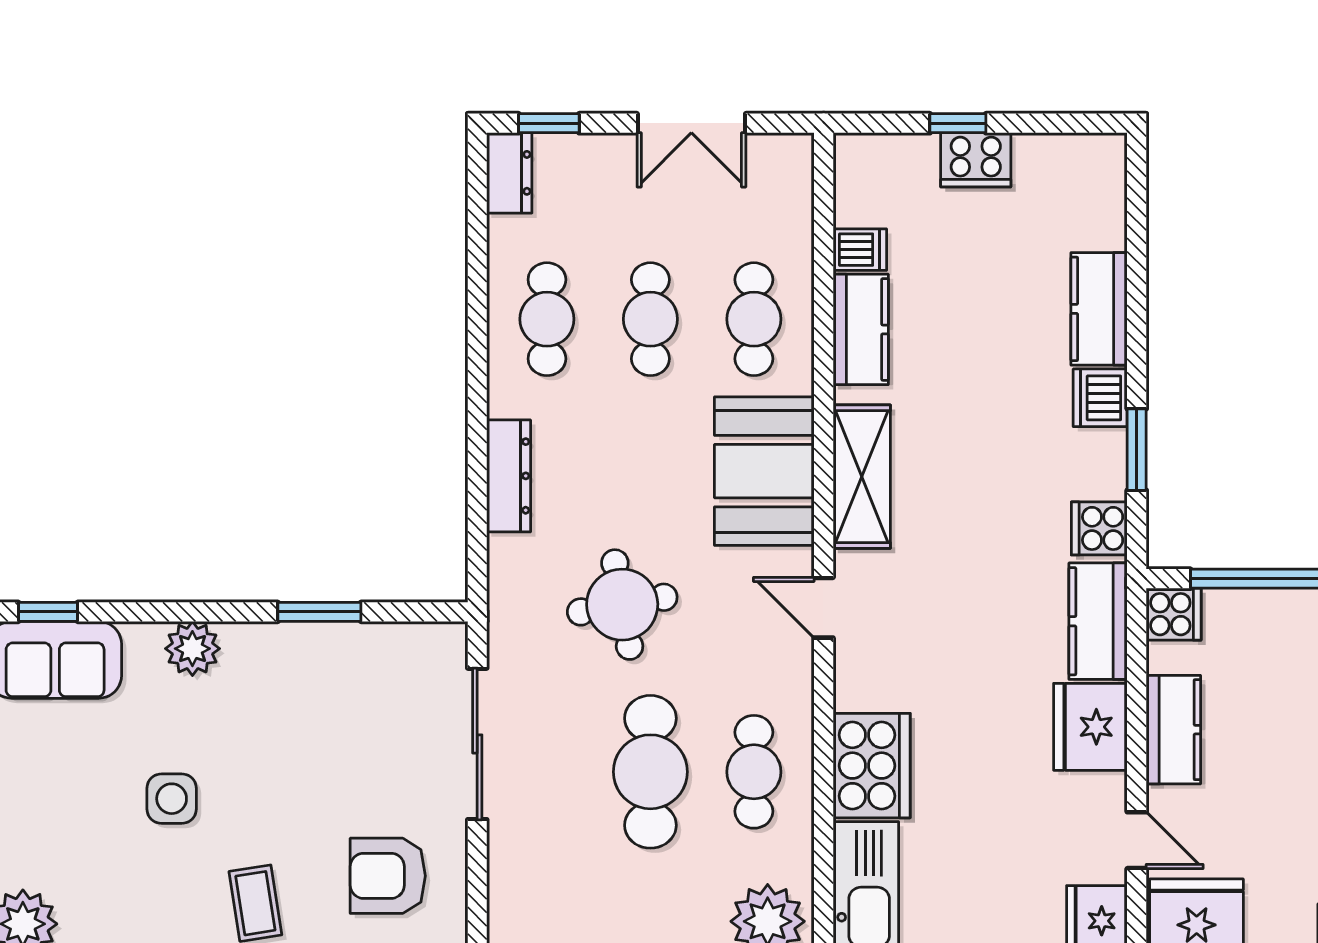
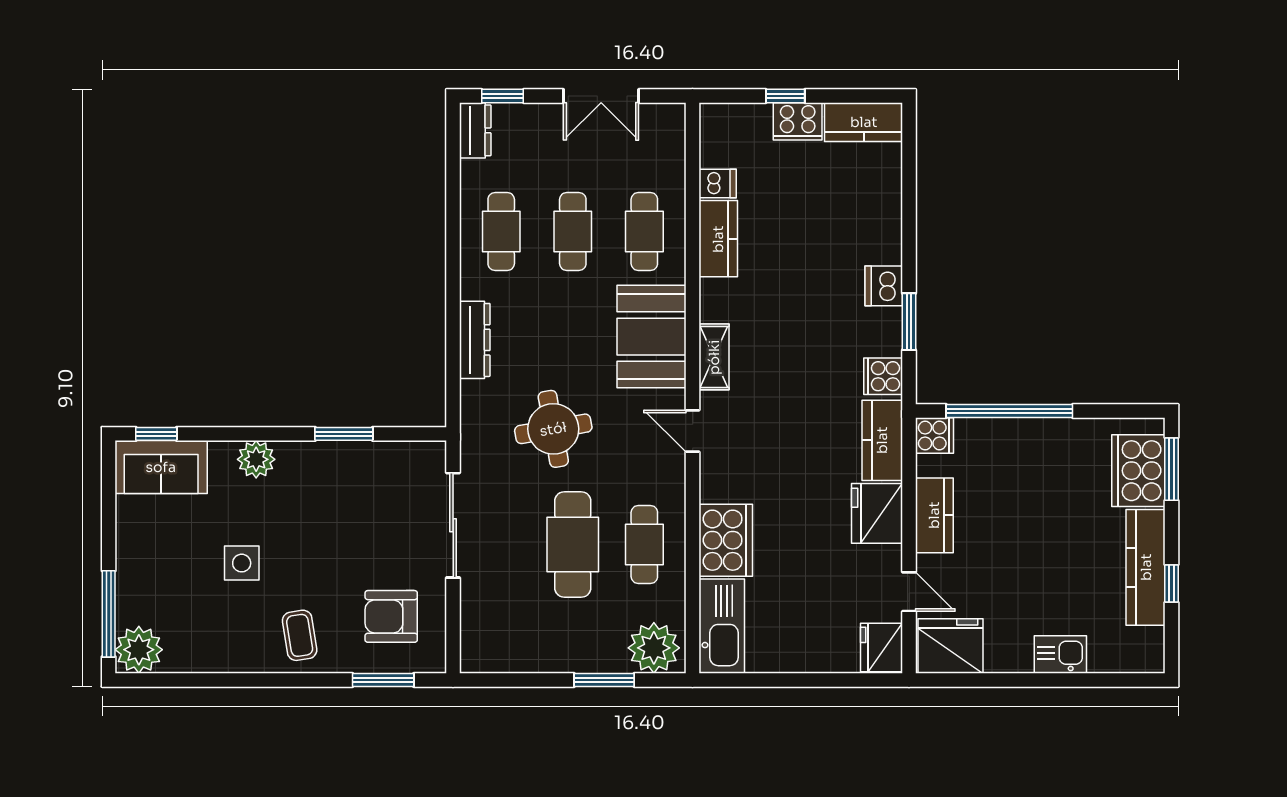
kitchen counter: (1099, 309) -> (864, 122), moved, turned -90
shelving: (862, 477) -> (714, 357), width x0.67, depth x0.75

